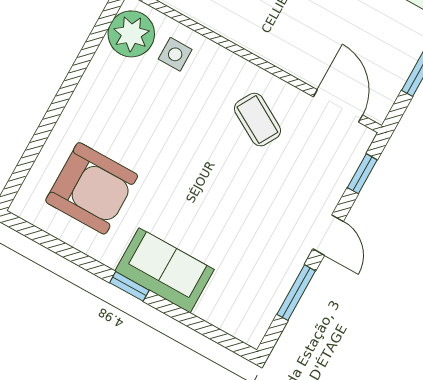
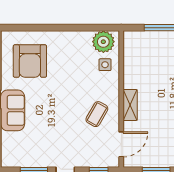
shelving: (275, 49) -> (130, 105), added

